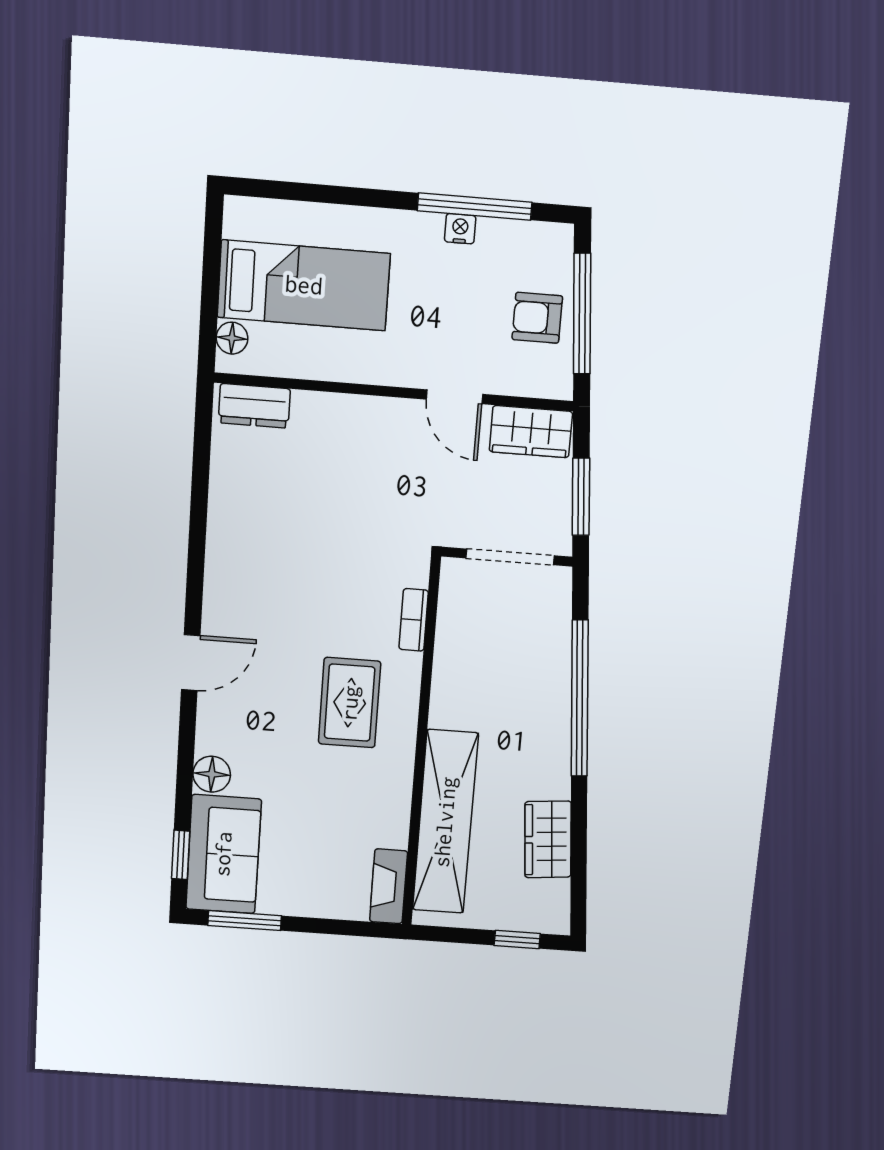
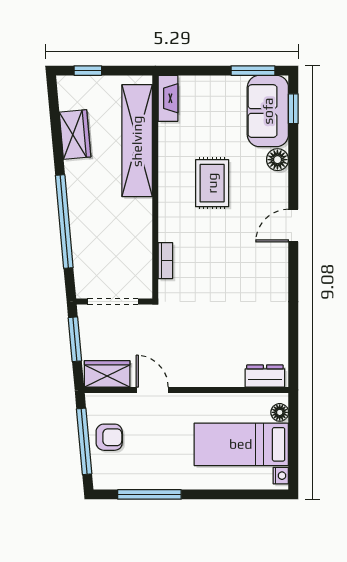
nightstand: (460, 229) -> (281, 476), moved, turned -90
rug: (350, 703) -> (212, 183), moved

